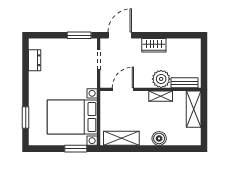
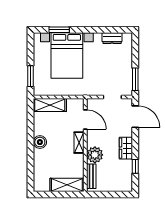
window: (174, 35) -> (135, 166), added
shelving: (161, 96) -> (79, 143), moved
bed with nightstands: (72, 117) -> (67, 55), moved, turned 180
shelving: (121, 138) -> (50, 105), moved, turned 90
boiler: (159, 138) -> (40, 142), moved

